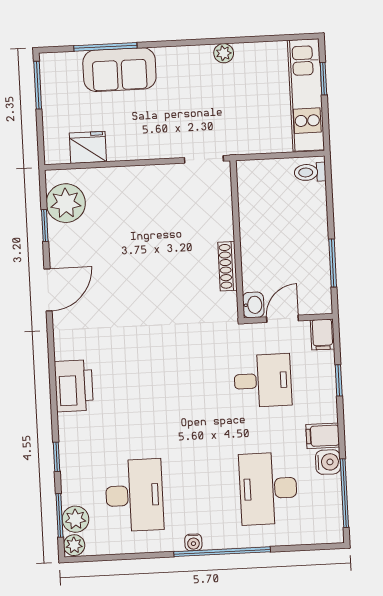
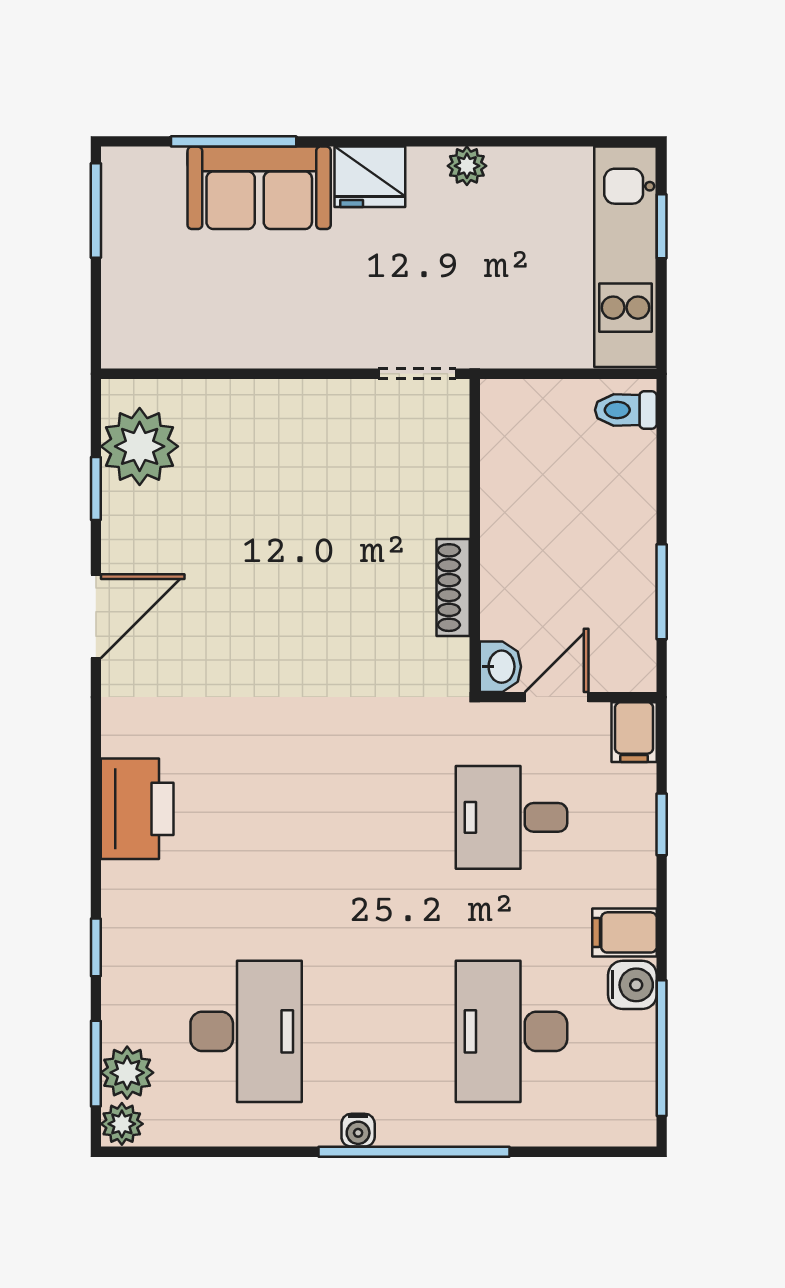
fridge: (88, 147) -> (370, 177), moved, turned 180
desk: (263, 381) -> (511, 817), turned 180

